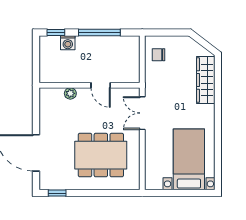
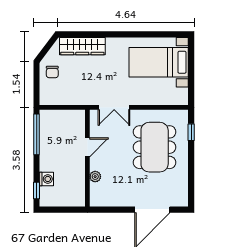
window: (99, 33) -> (37, 134), moved
chair: (159, 55) -> (52, 72), moved
window: (57, 193) -> (191, 132), moved

